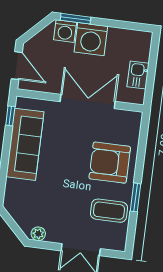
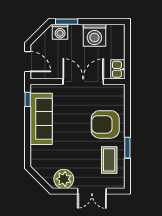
washing machine: (91, 39) -> (94, 35), moved
kitchen sink: (138, 75) -> (118, 69), moved
coffee table: (109, 211) -> (109, 160), turned 90
plant: (38, 234) -> (64, 179), width x1.87, depth x1.87

